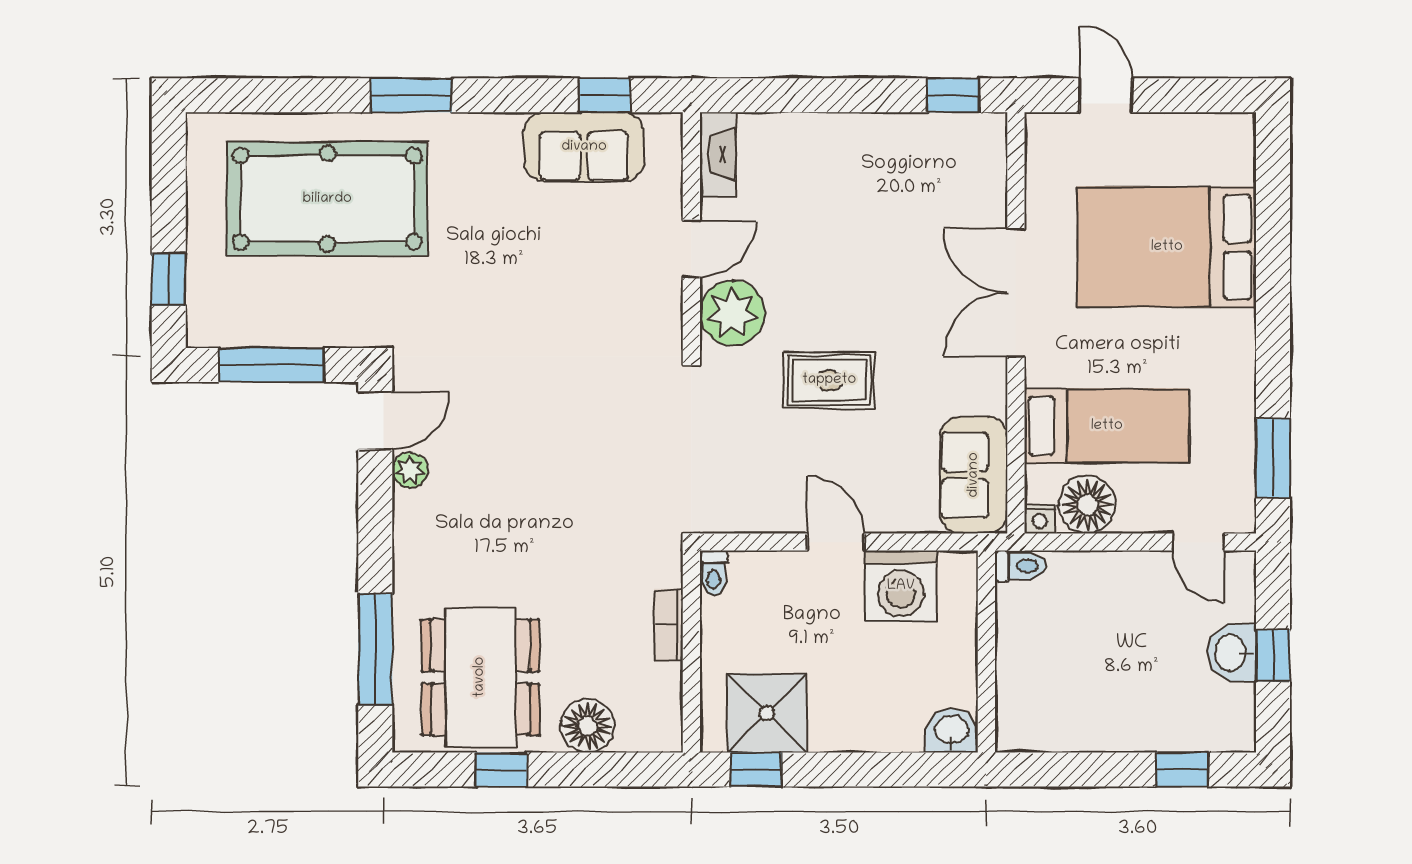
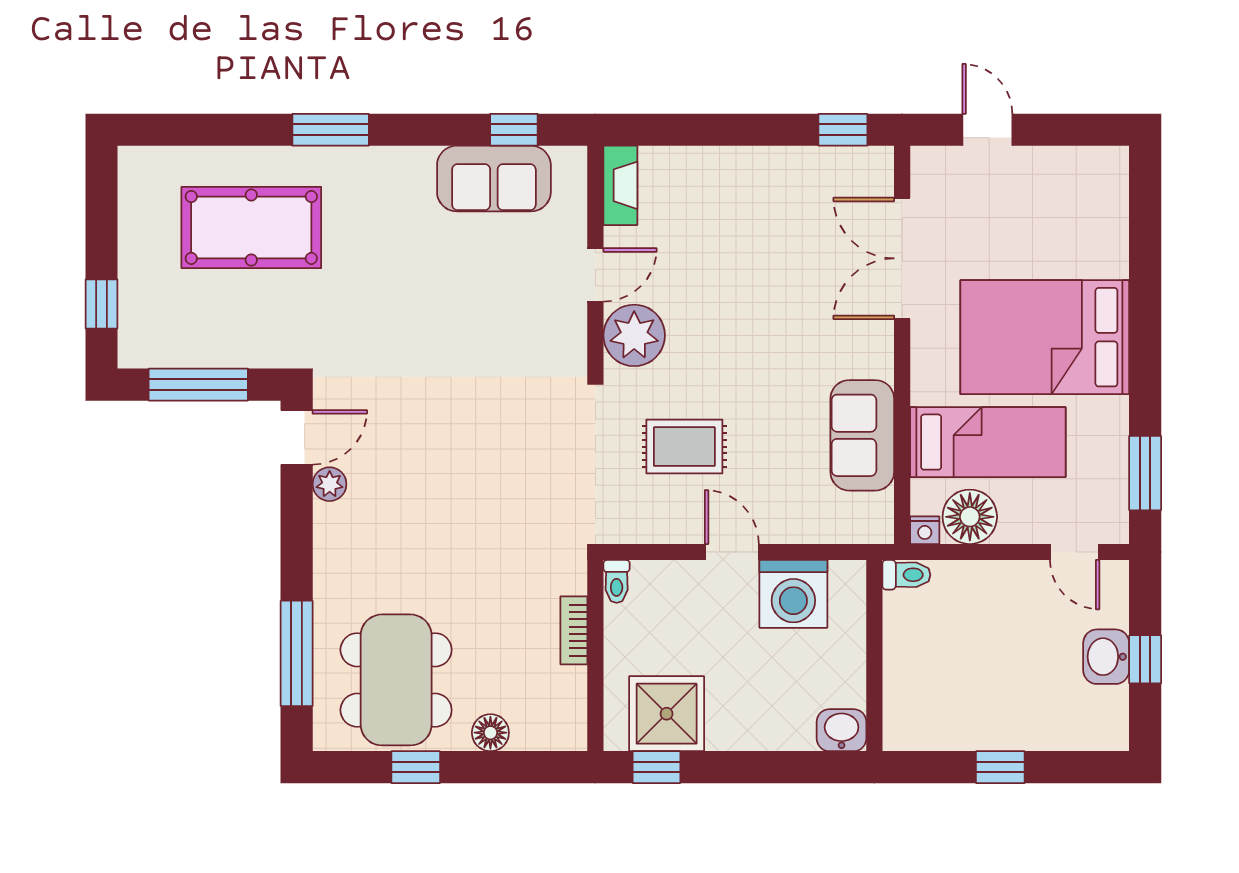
pool table: (327, 199) -> (251, 227), width x0.73, depth x0.76
bed: (1167, 247) -> (1045, 337), moved
double door: (1016, 293) -> (902, 258), moved
rug: (829, 380) -> (684, 447), moved
sofa: (974, 475) -> (862, 435), moved
floor lamp: (588, 726) -> (490, 733), width x0.73, depth x0.73
window: (1182, 770) -> (1000, 767), moved

